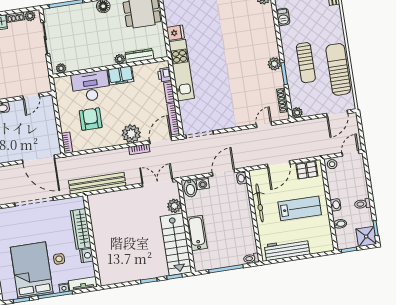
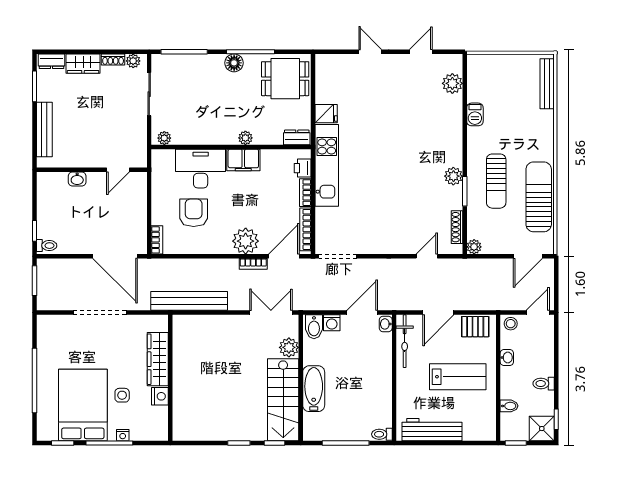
dresser: (139, 56) -> (297, 137), moved, width x0.70
bicycle: (260, 203) -> (405, 341), moved
washbasin: (335, 205) -> (507, 358), moved
tv unit: (83, 284) -> (149, 434), removed

